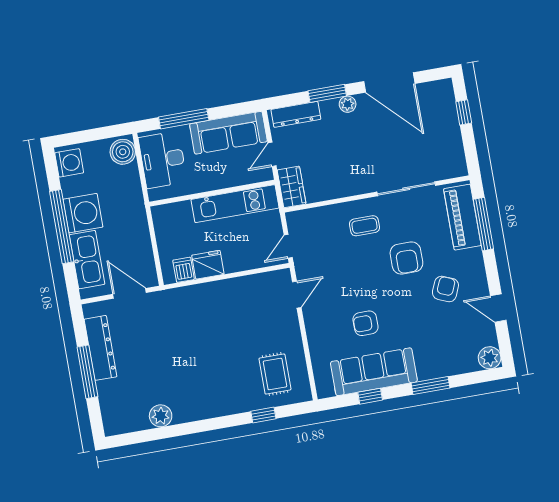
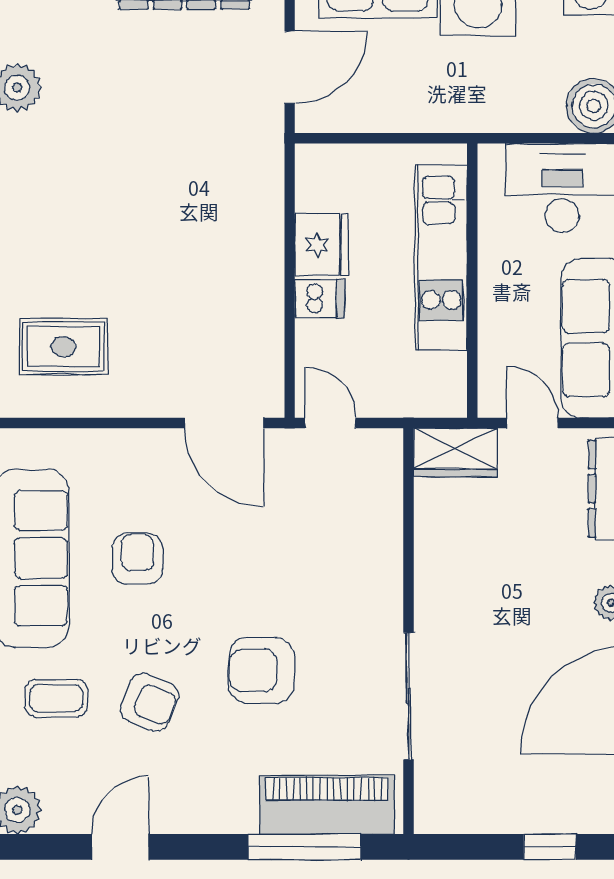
kitchen unit: (235, 204) -> (441, 258), moved
coffee table: (364, 226) -> (56, 698), moved, turned 90
dishwasher: (184, 270) -> (320, 299), moved
armchair: (445, 289) -> (149, 702), moved
door: (297, 295) -> (224, 423), width x1.38

